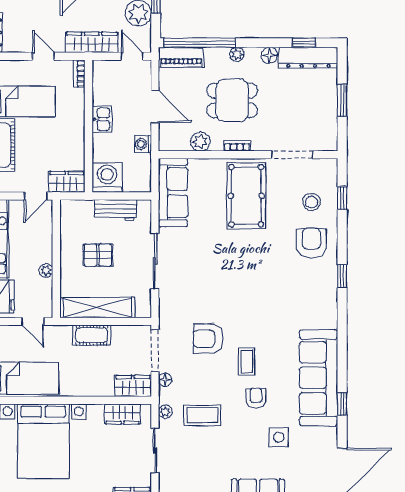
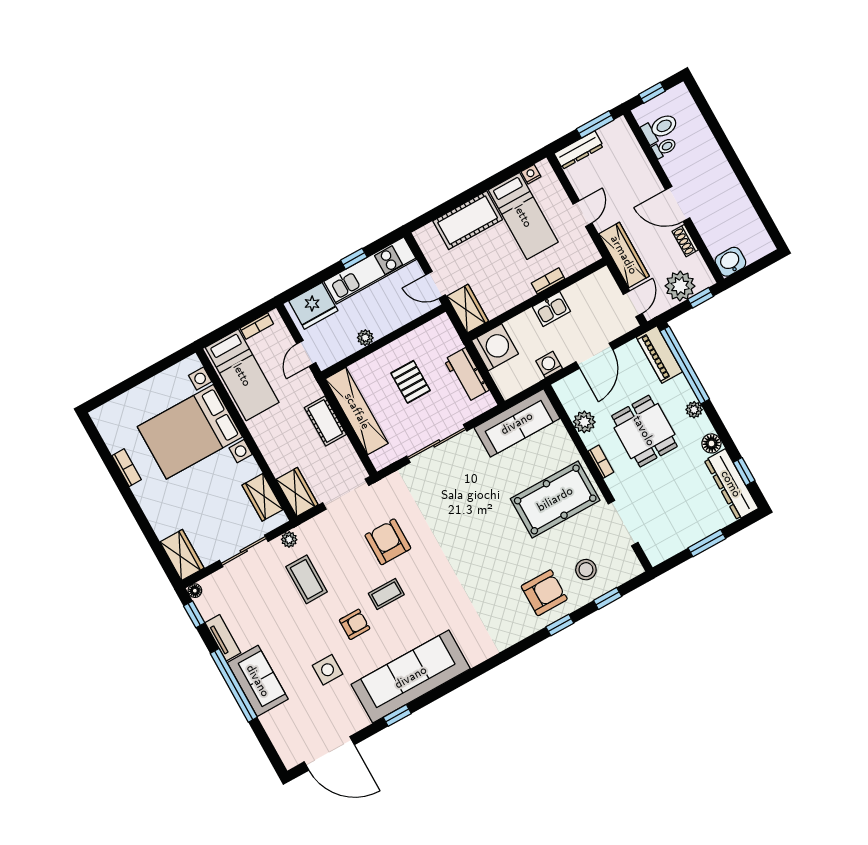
bookcase: (80, 73) -> (548, 281), moved
window: (342, 276) -> (560, 625), moved
floor lamp: (165, 380) -> (322, 521), removed

